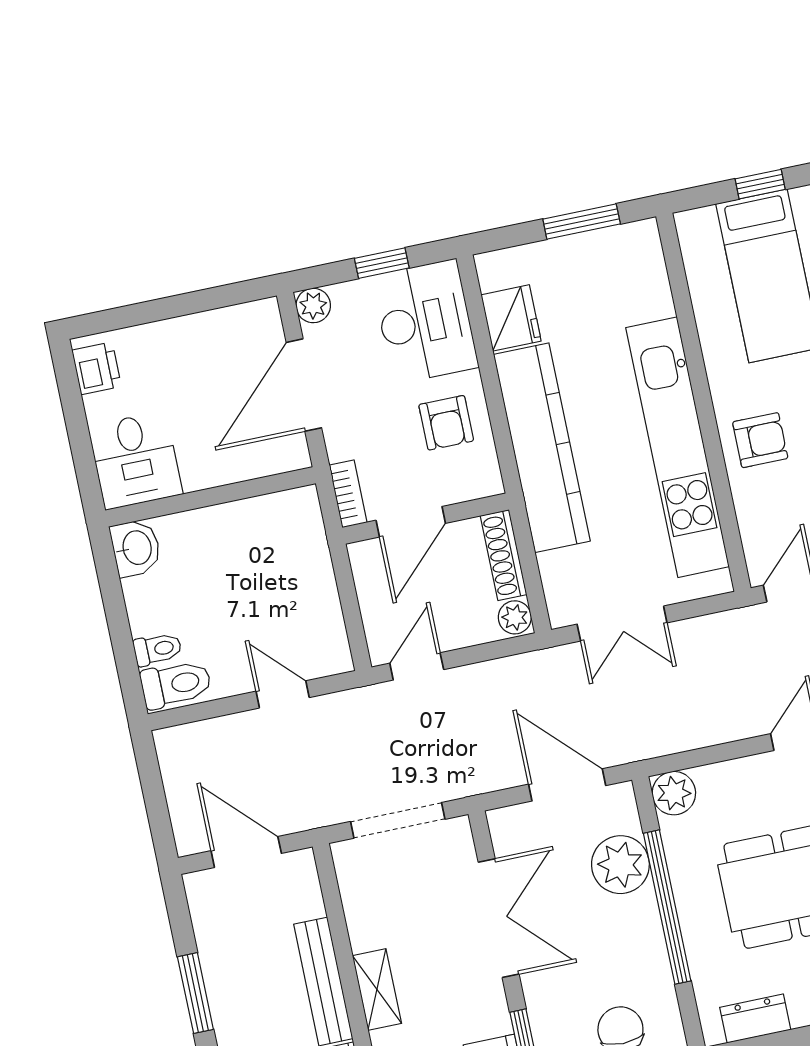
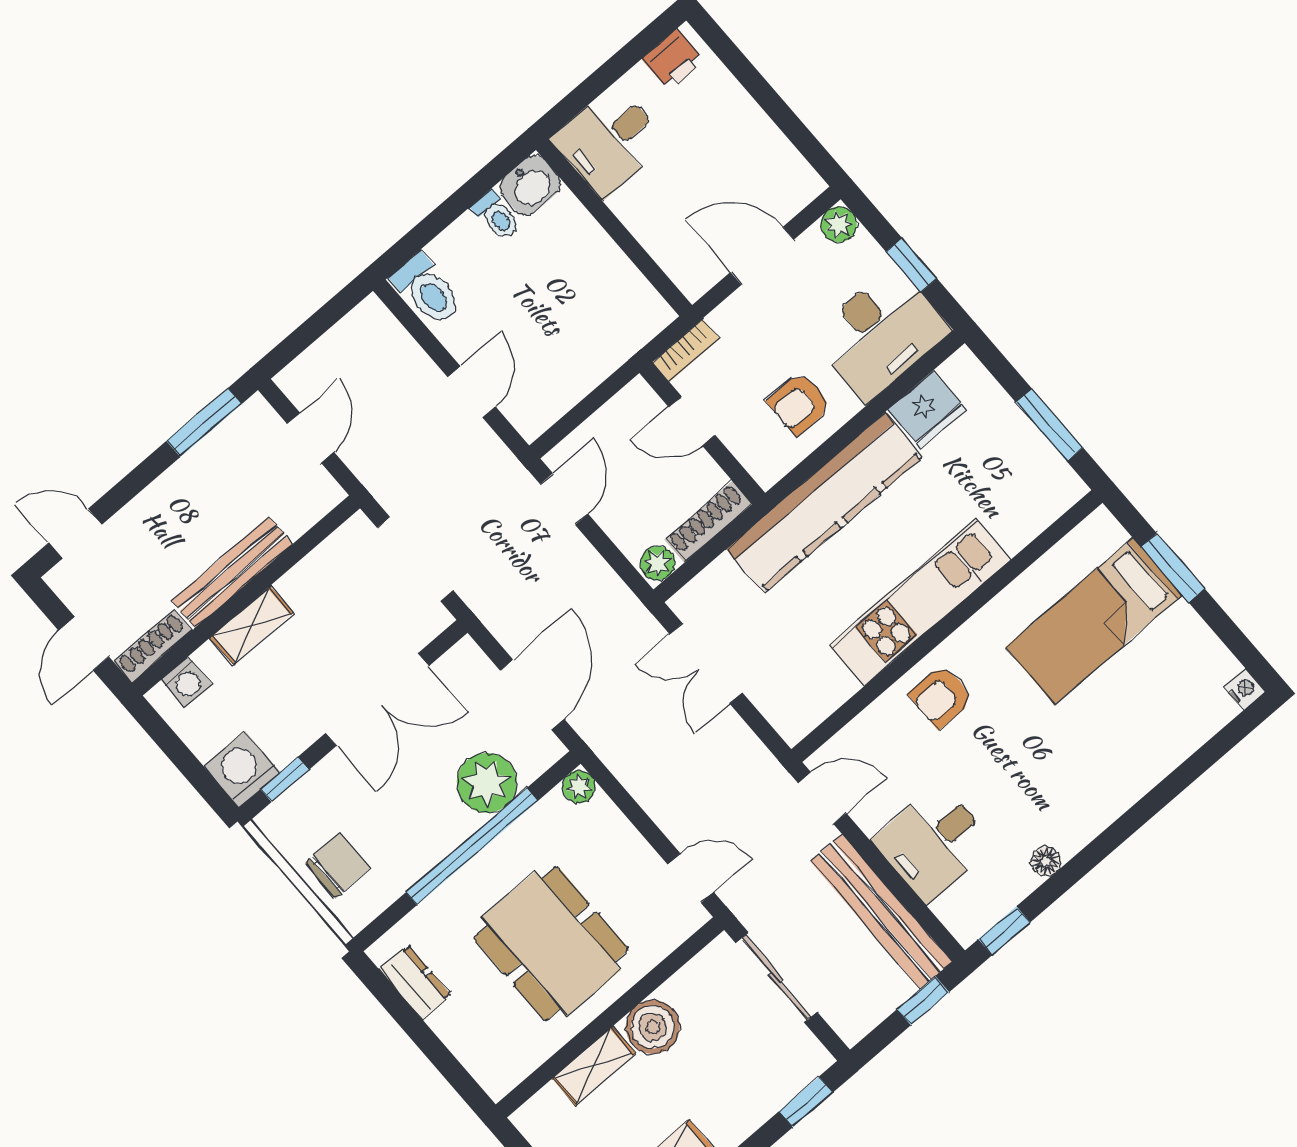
window: (760, 184) -> (1173, 568), width x1.50
door: (304, 385) -> (762, 256), width x0.73
armchair: (760, 440) -> (941, 696), turned 90
kitchen unit: (678, 447) -> (920, 602), width x0.73
door: (411, 522) -> (692, 421), width x0.73
toilet: (158, 649) -> (496, 216), moved
door: (417, 666) -> (564, 499), hinge flipped
plant: (674, 793) -> (579, 787), width x0.73, depth x0.73
door: (246, 852) -> (311, 438), width x0.73
window: (195, 993) -> (204, 423), moved

